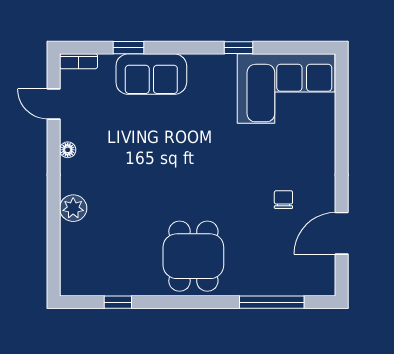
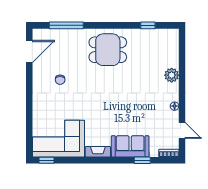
window: (238, 48) -> (47, 160), moved
fireplace: (212, 64) -> (98, 152), added
door: (342, 233) -> (29, 52), moved
dining table: (193, 256) -> (108, 50), turned 90

